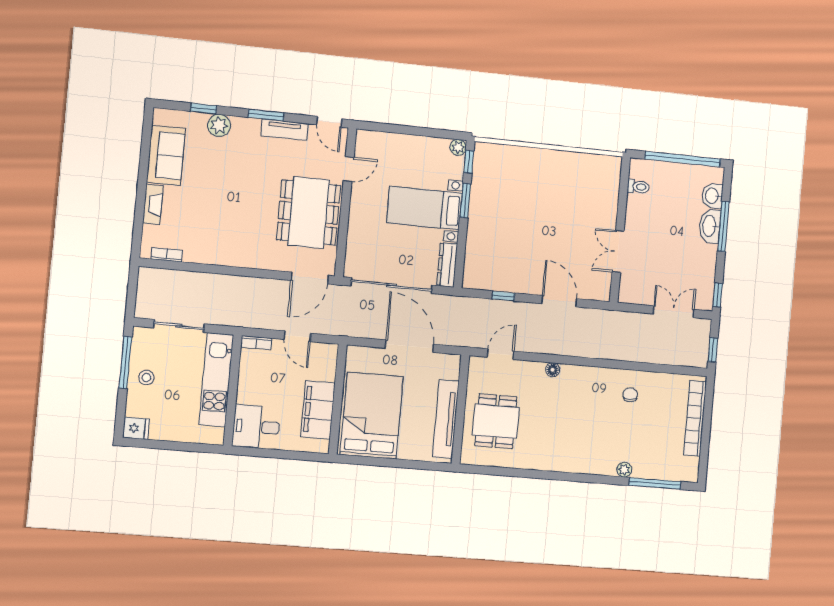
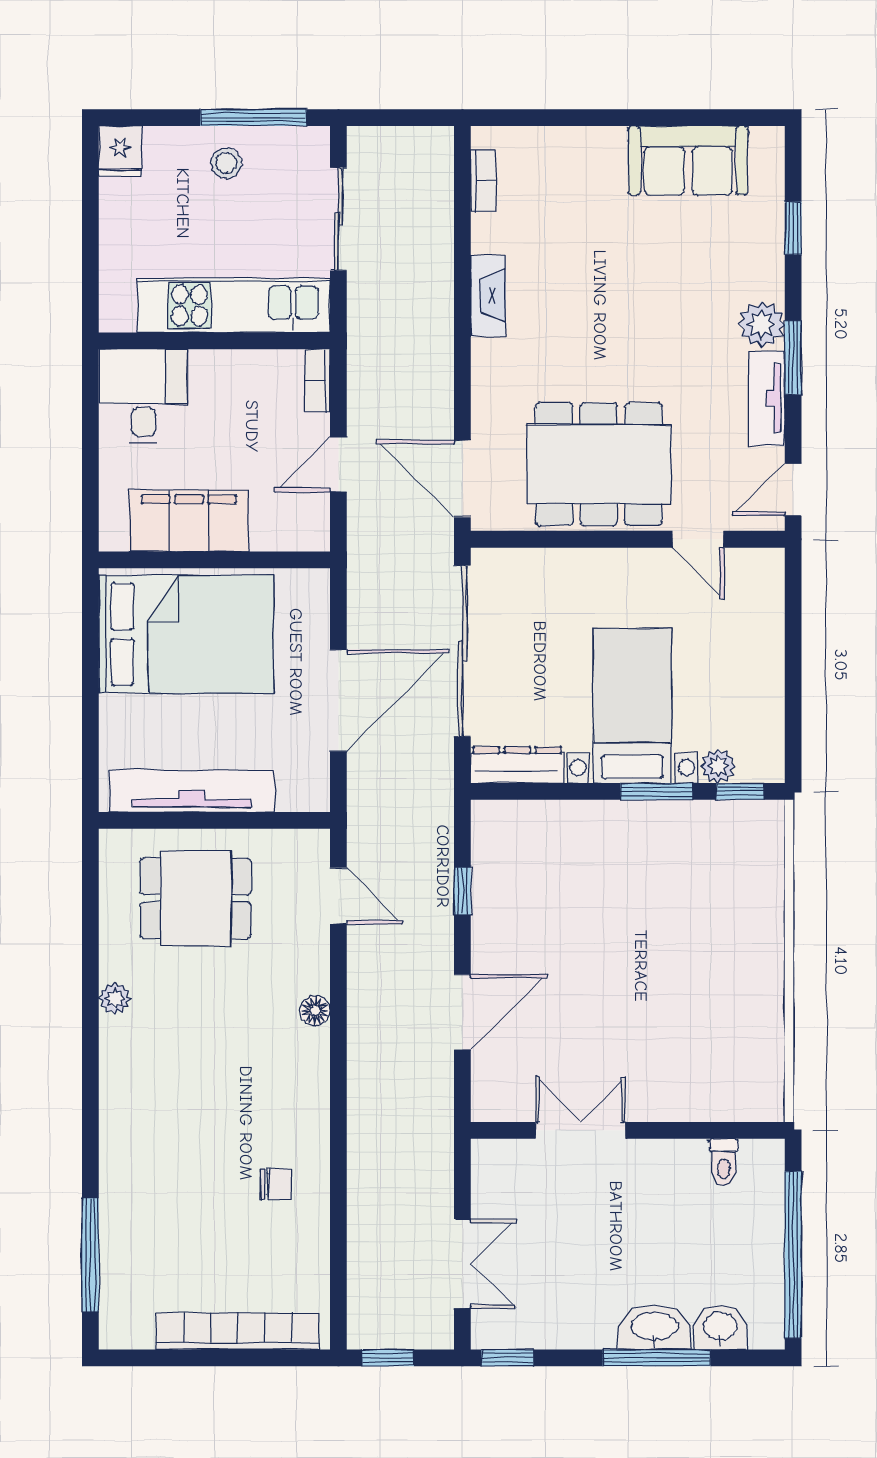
plant: (219, 125) -> (762, 324), moved
plant: (458, 147) -> (718, 766), moved
fireplace: (153, 204) -> (488, 296), moved, turned -90
plant: (624, 470) -> (115, 999), moved

